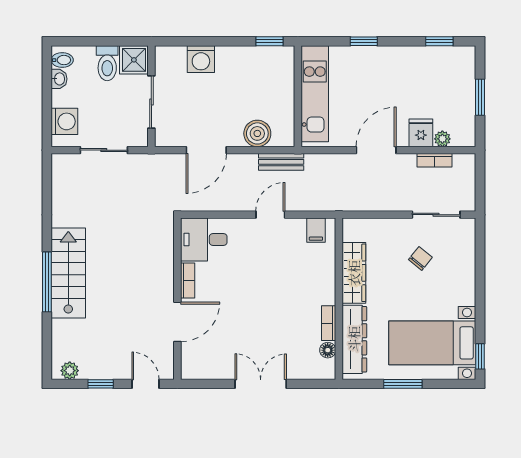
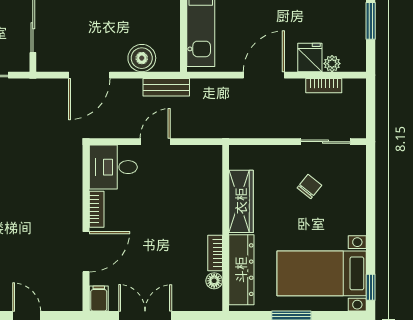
filing cabinet: (316, 230) -> (99, 299), moved, turned 180
desk: (204, 239) -> (113, 167), moved
bookcase: (188, 280) -> (97, 209), moved
wall: (177, 299) -> (86, 228), moved
door: (177, 322) -> (86, 252), moved

